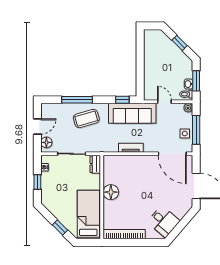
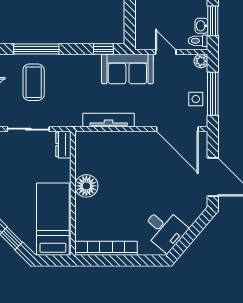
sofa: (132, 113) -> (127, 69), width x0.73
coffee table: (86, 119) -> (34, 82), moved, turned -74
tv unit: (131, 148) -> (109, 120), width x1.41

